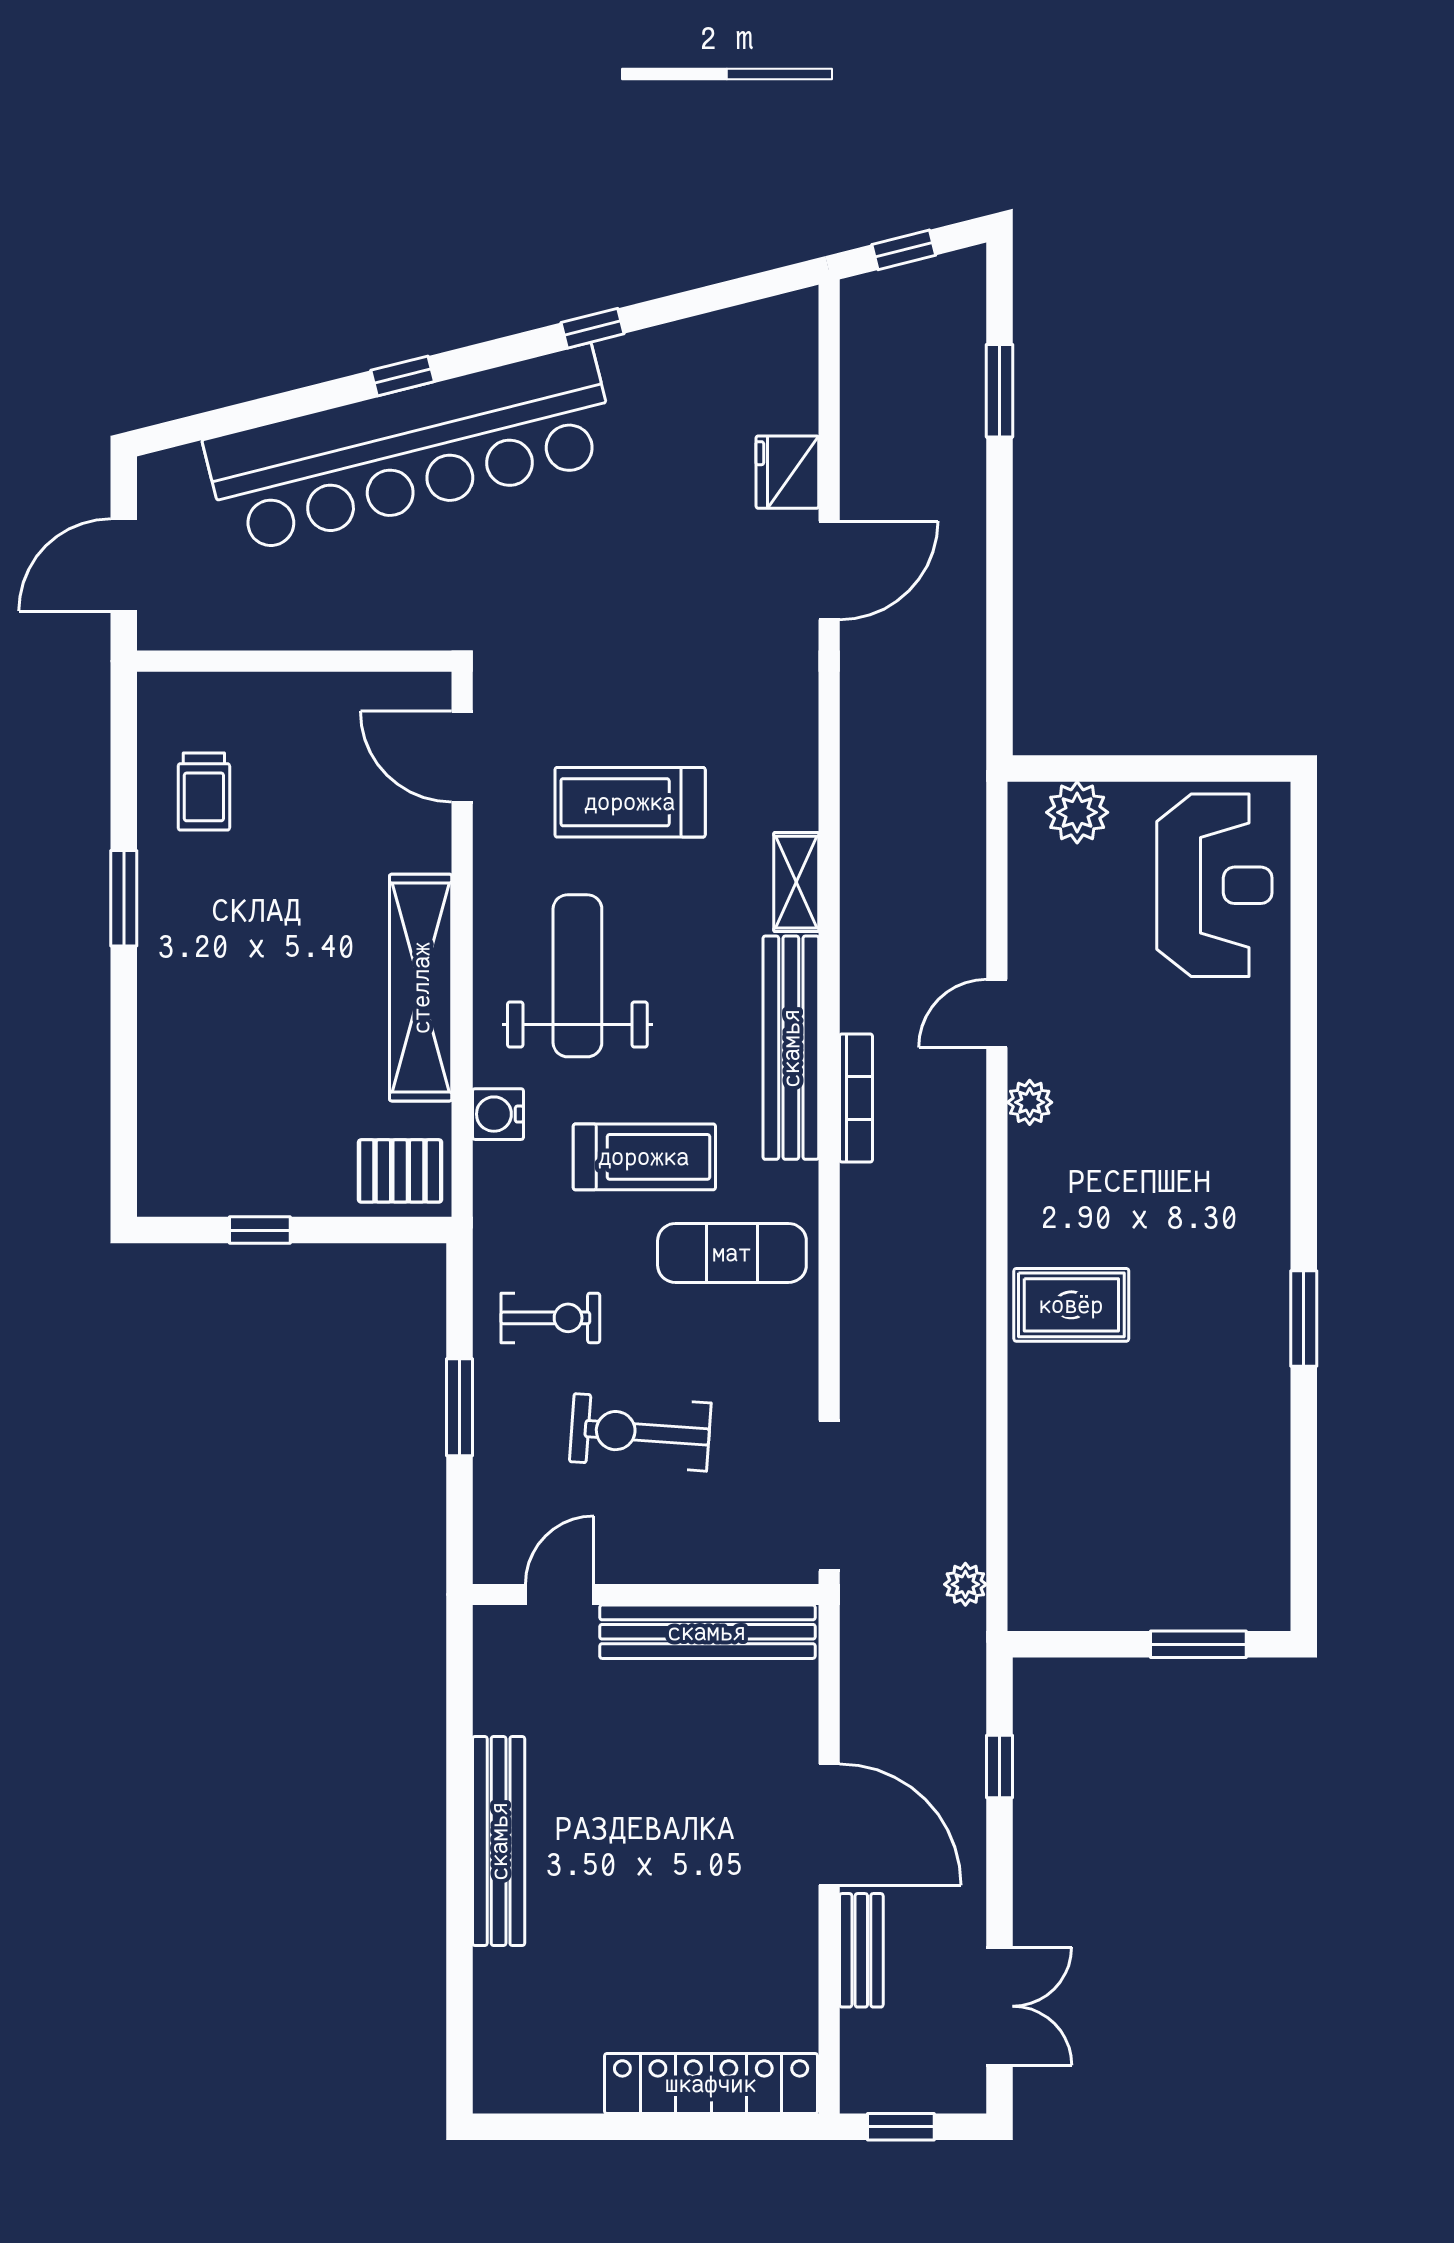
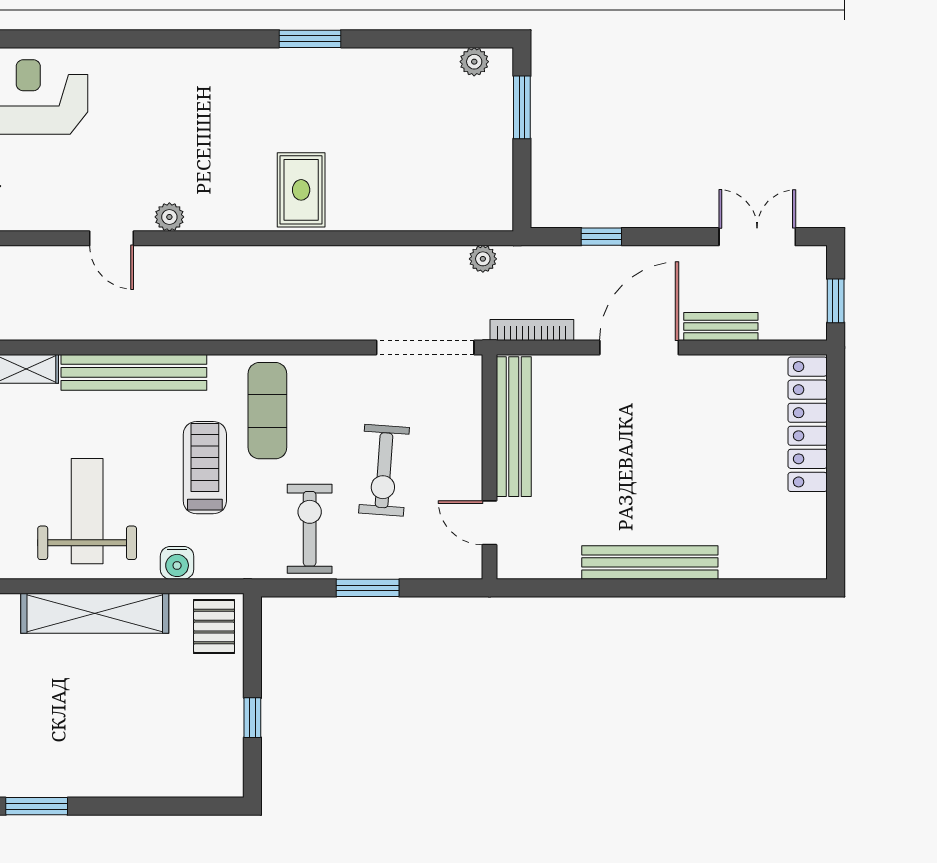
weight bench: (577, 976) -> (87, 511), turned 90
bookcase: (856, 1098) -> (532, 330), moved
exercise bike: (550, 1318) -> (310, 529), width x1.38, depth x1.39
plant: (1268, 1571) -> (474, 62), added

